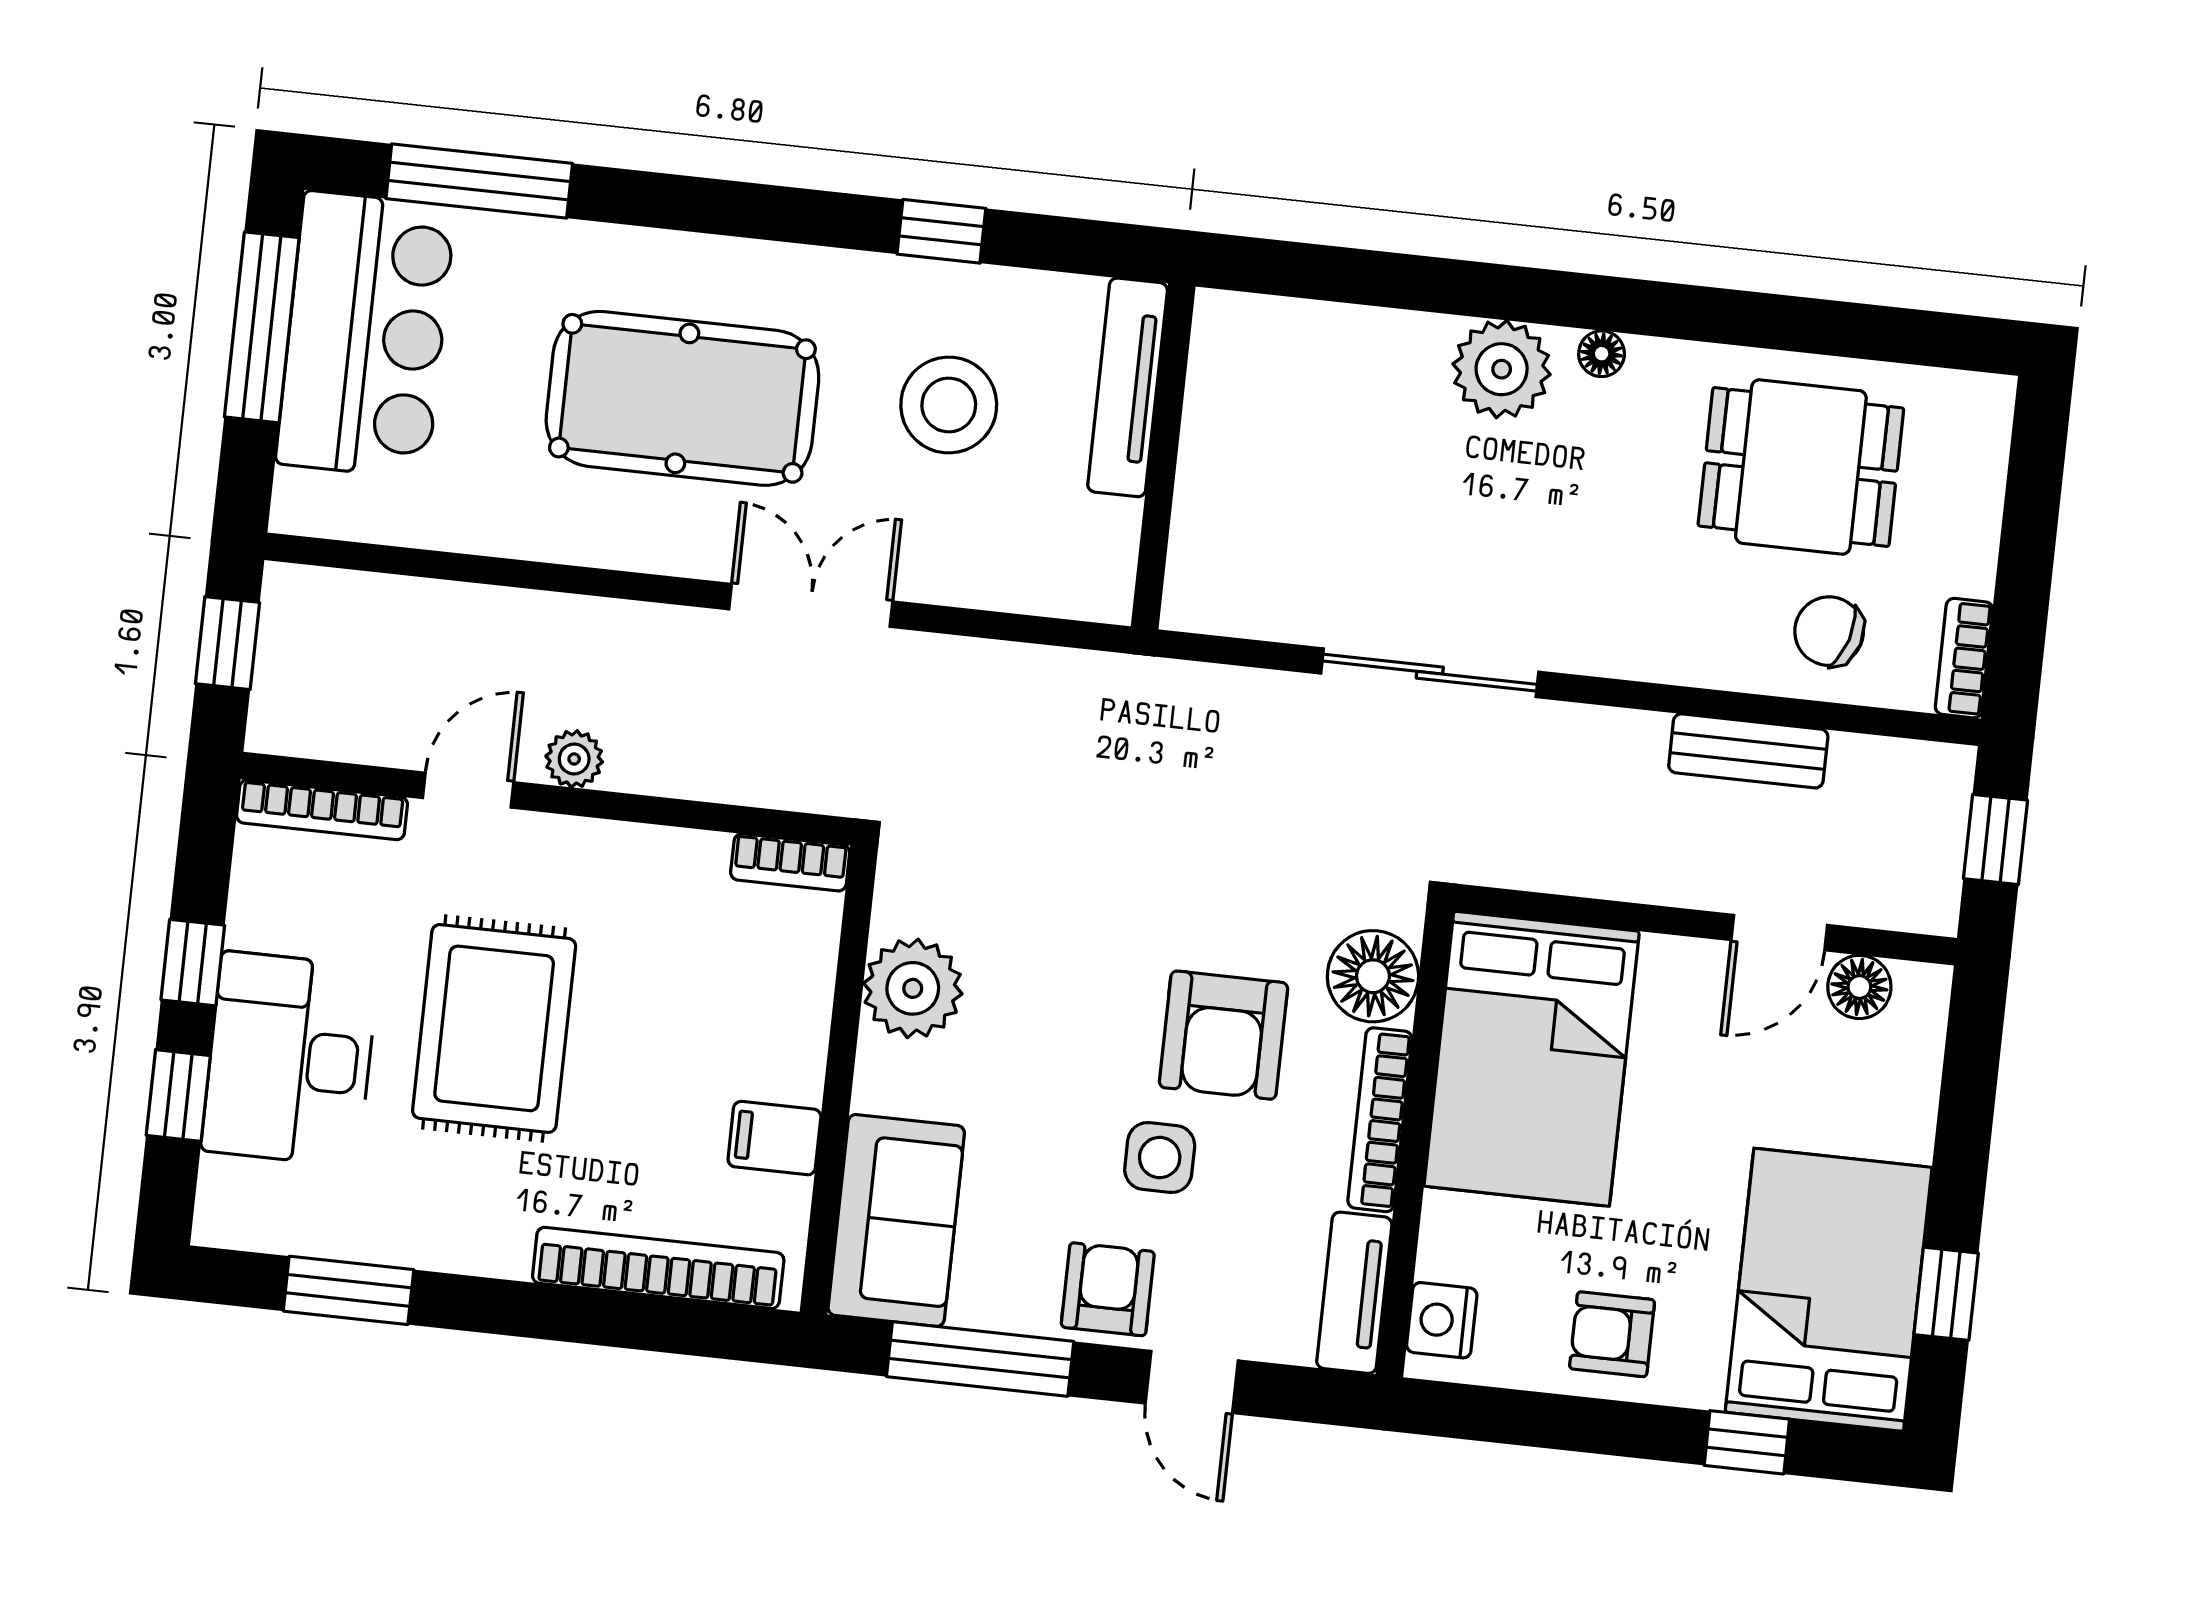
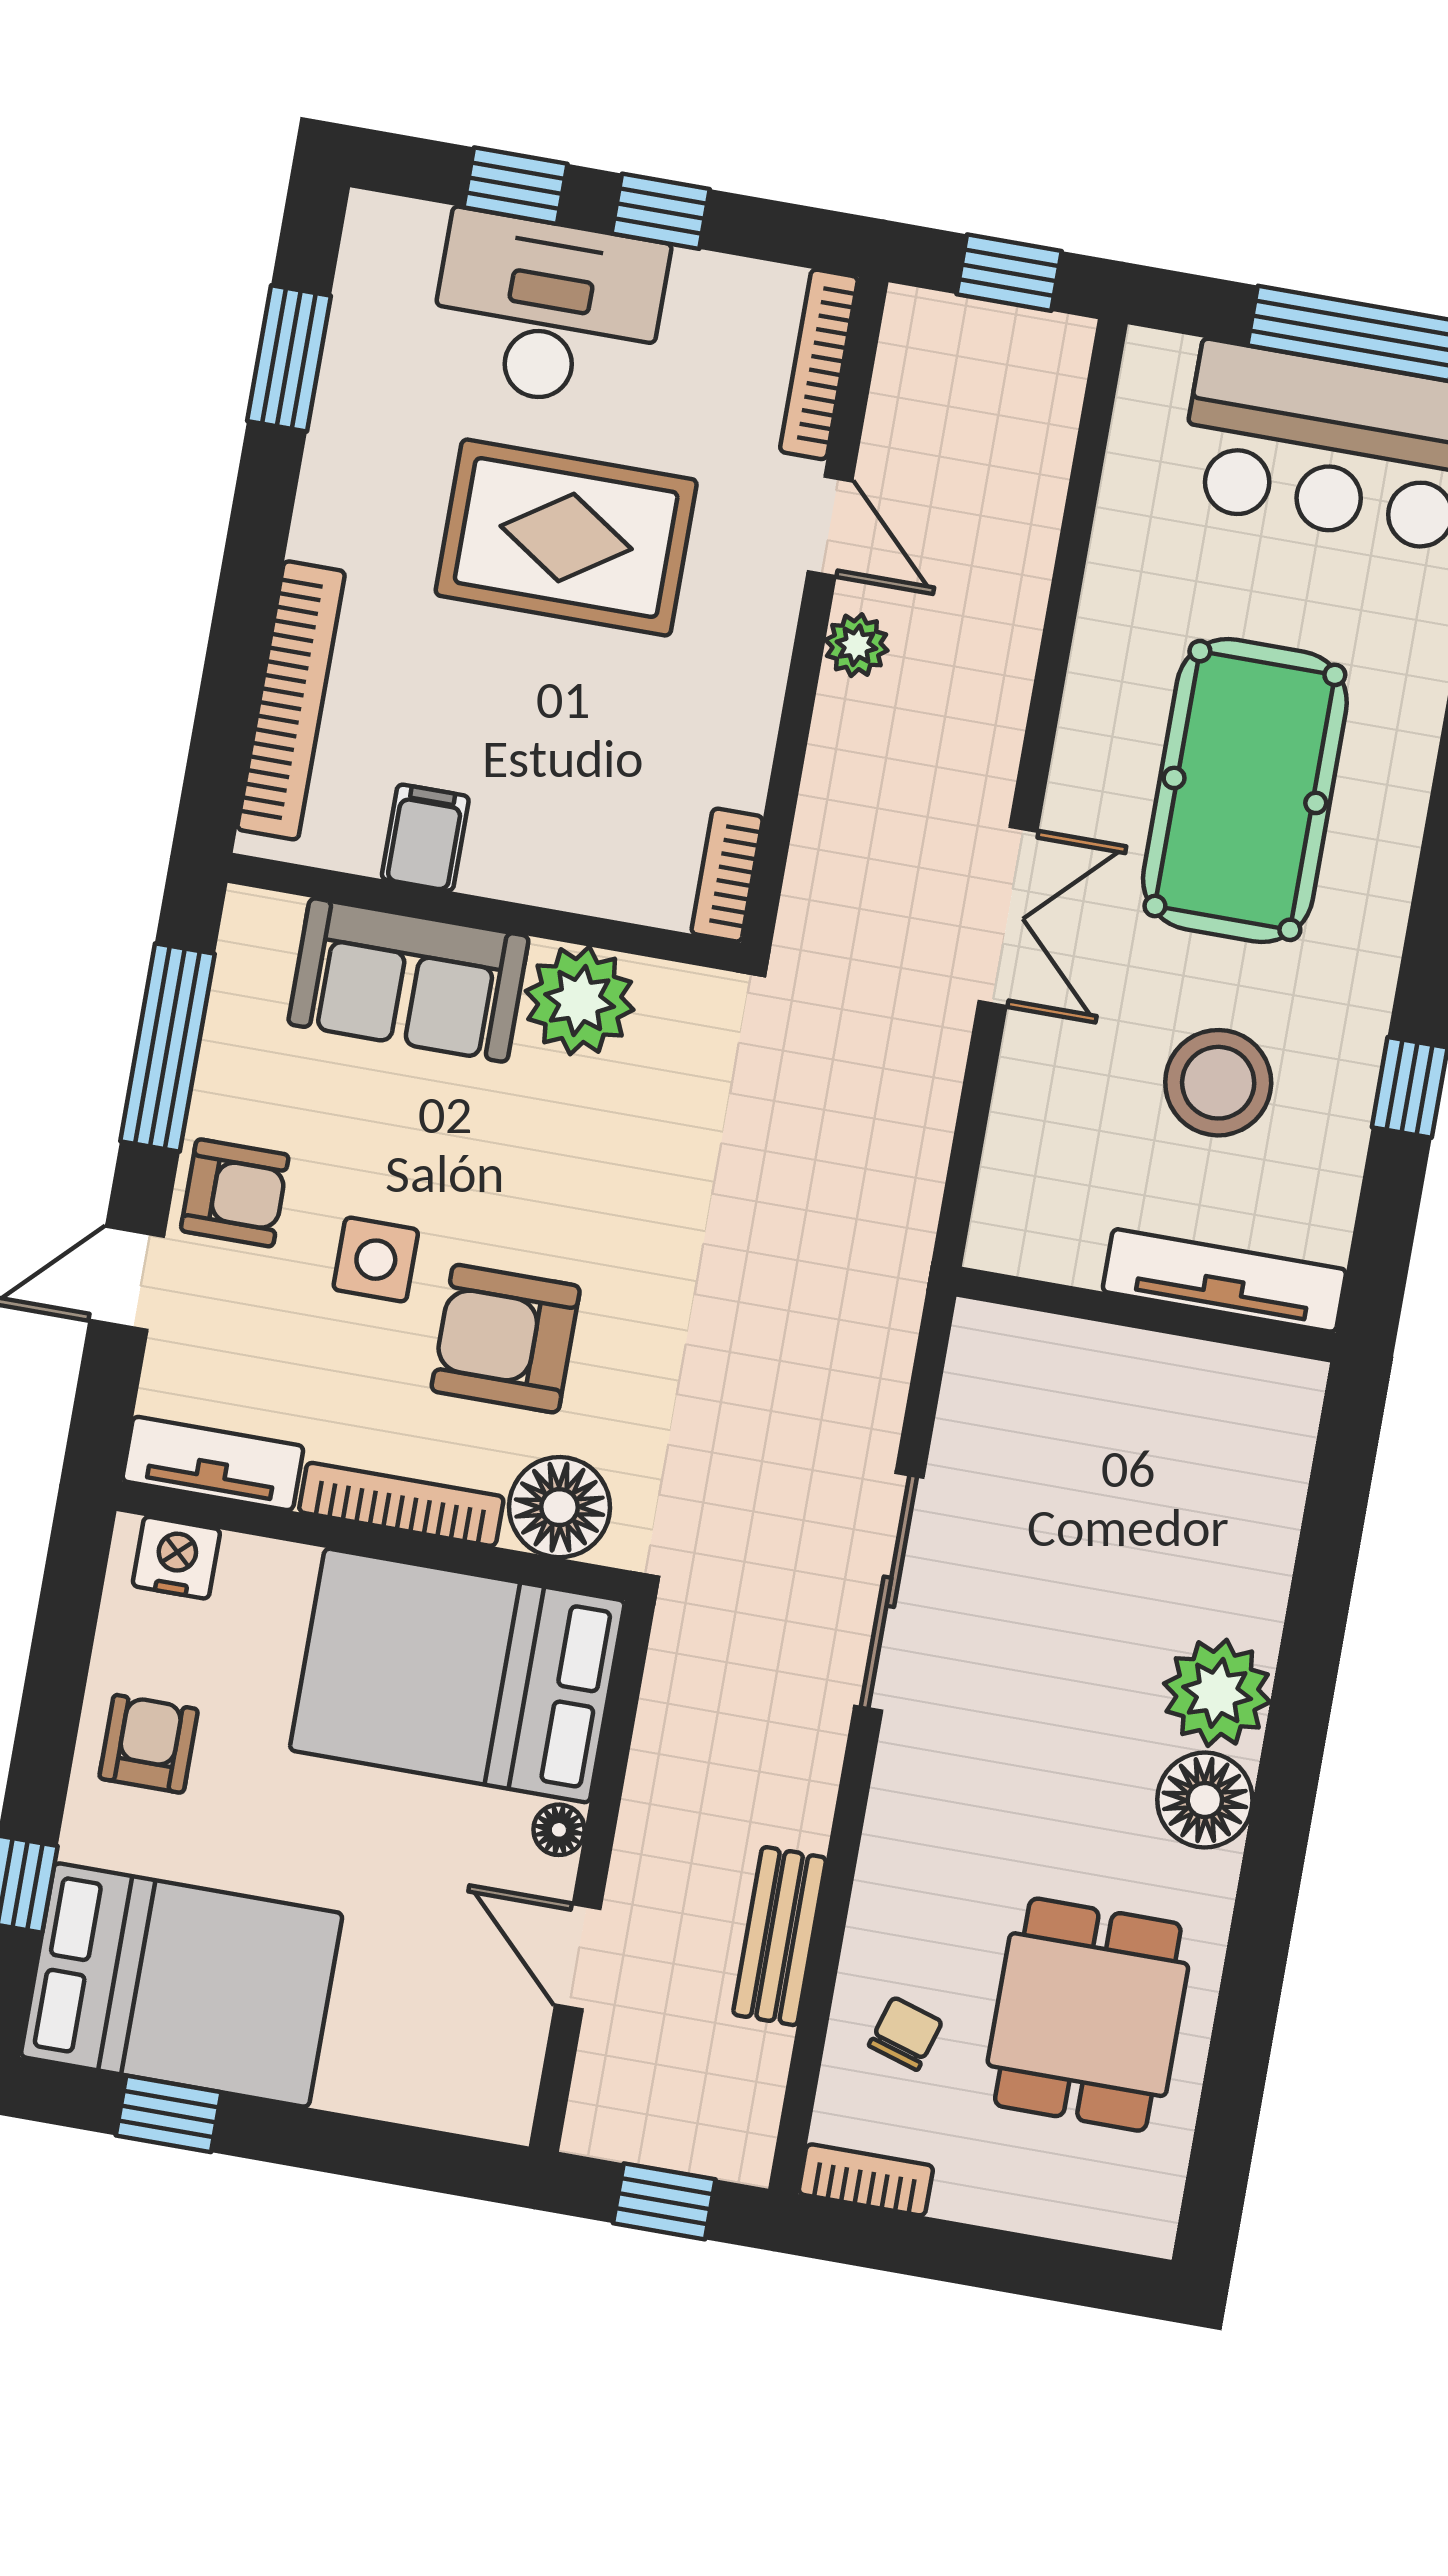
floor lamp: (1602, 354) -> (1205, 1800), width x1.89, depth x1.89
chair: (1829, 631) -> (905, 2034), width x0.73, depth x0.73
floor lamp: (1859, 987) -> (559, 1830), moved, width x0.73, depth x0.73
sofa: (896, 1220) -> (408, 980), moved

